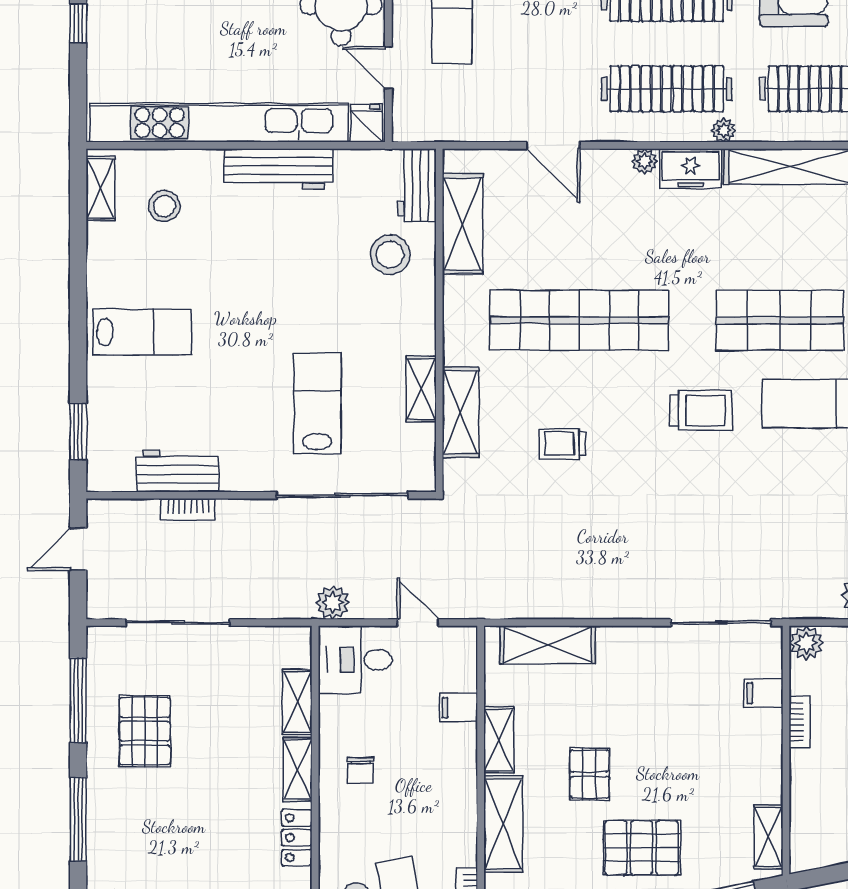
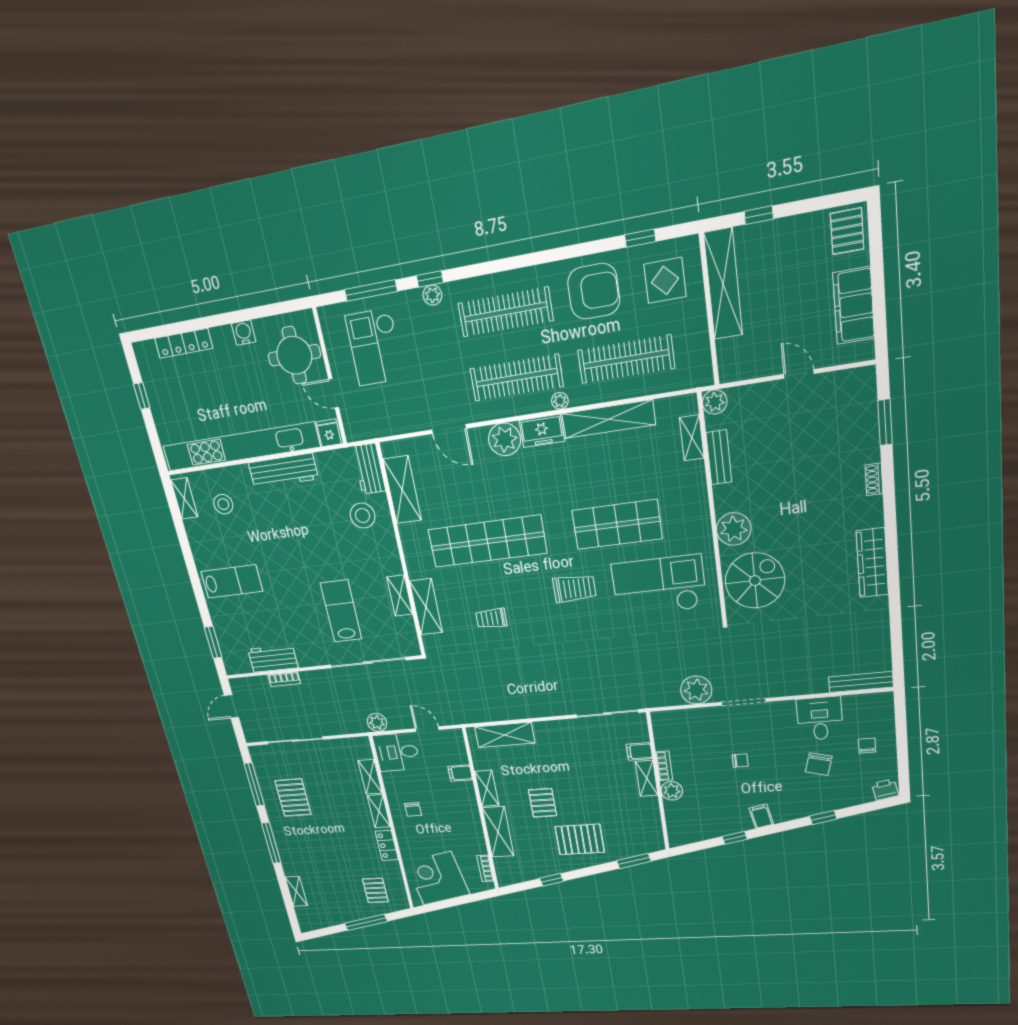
plant: (645, 161) -> (505, 439), width x1.88, depth x1.88
plant: (806, 643) -> (672, 791), moved
shelving: (768, 837) -> (646, 778), moved

